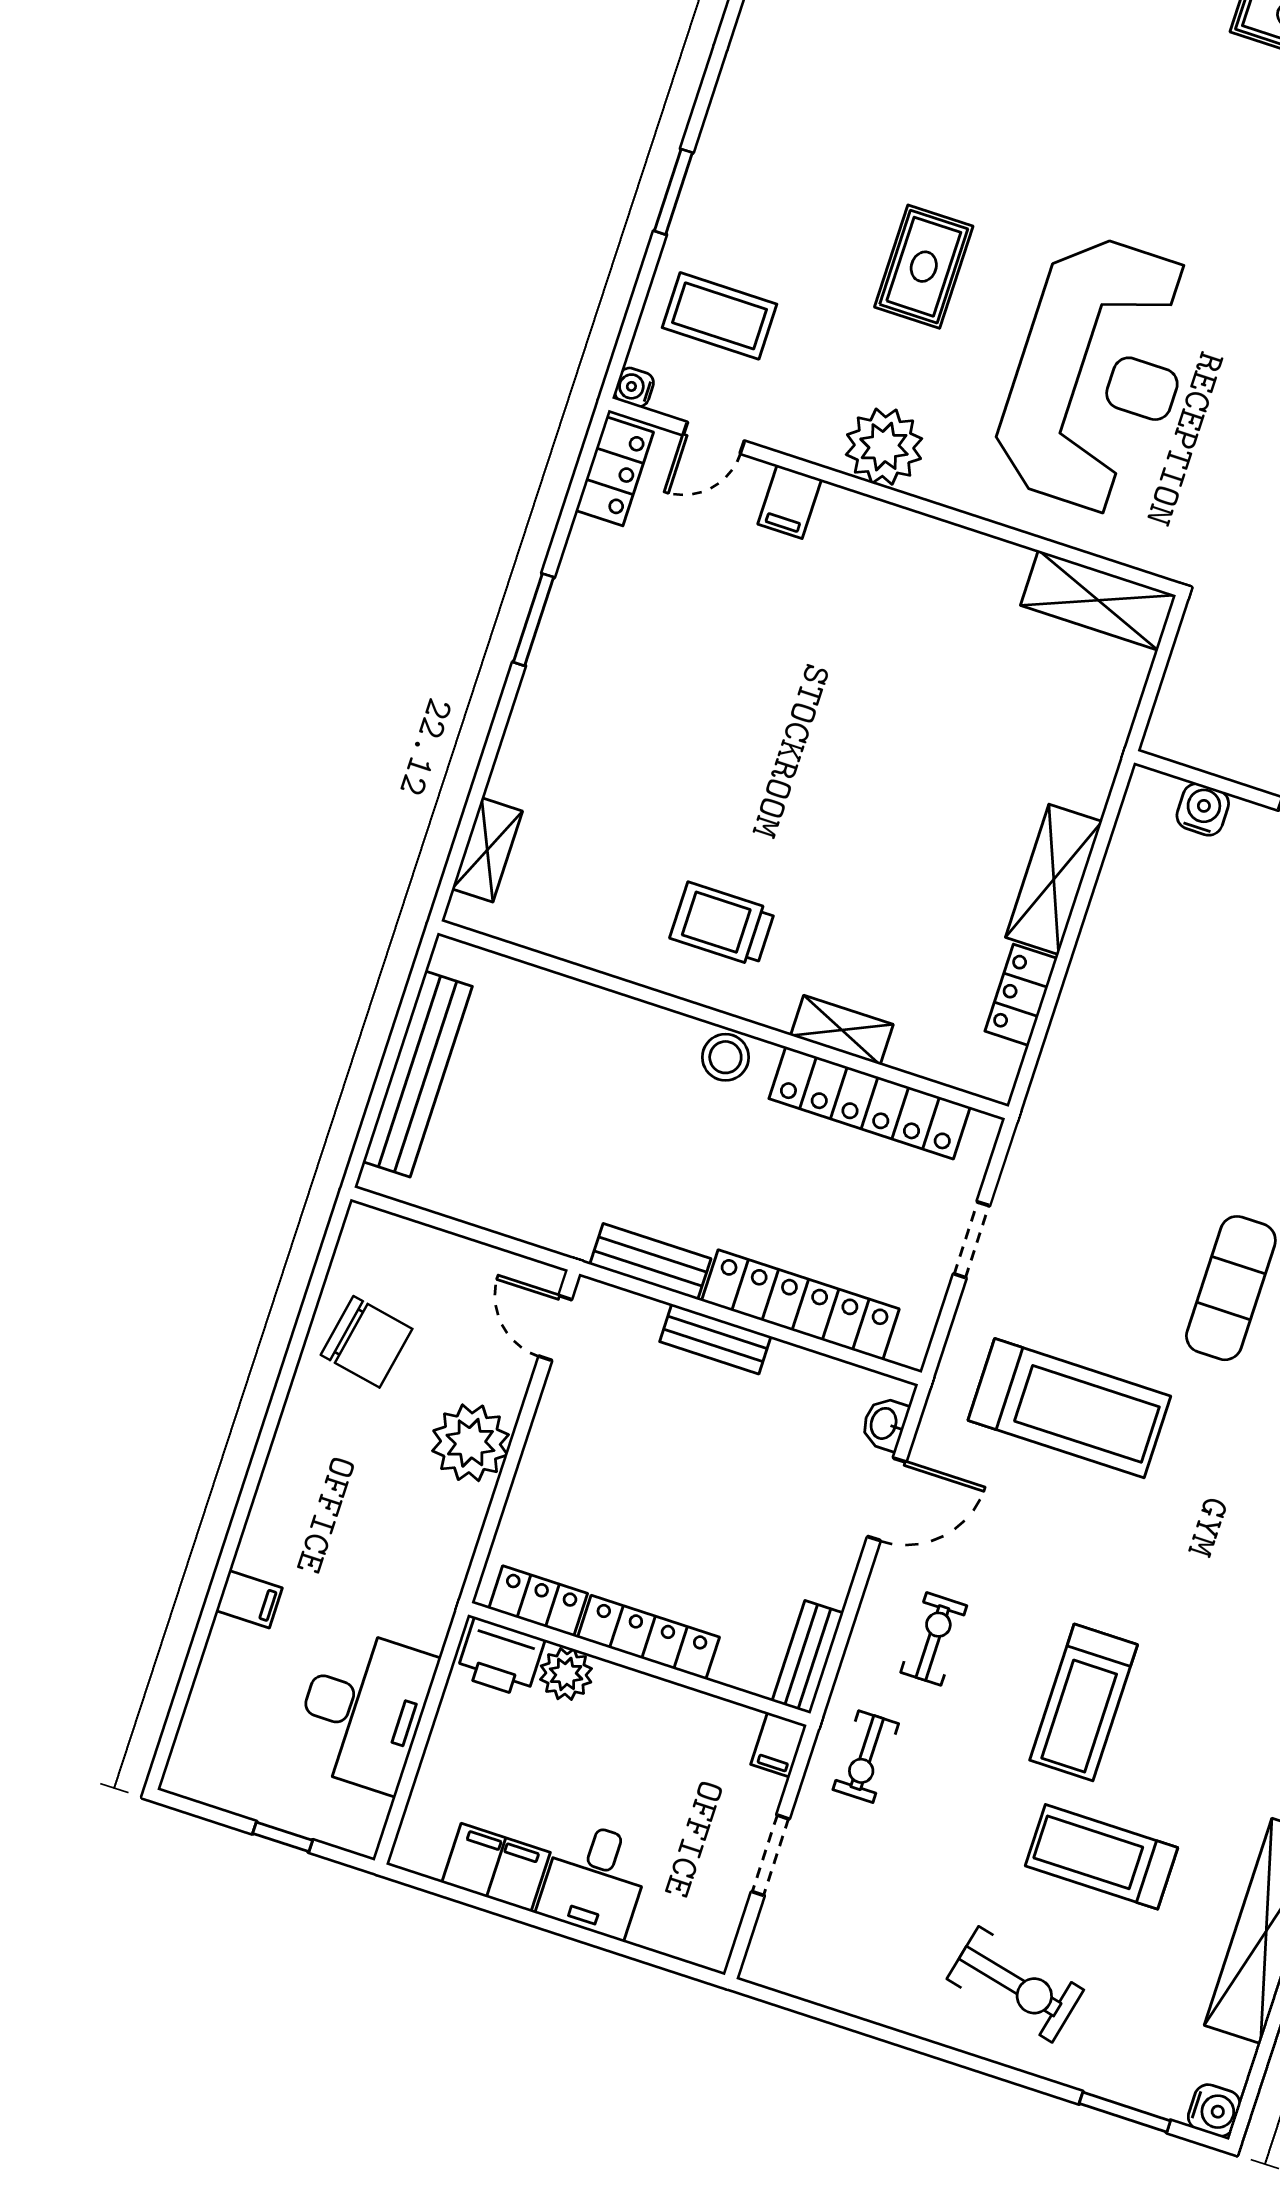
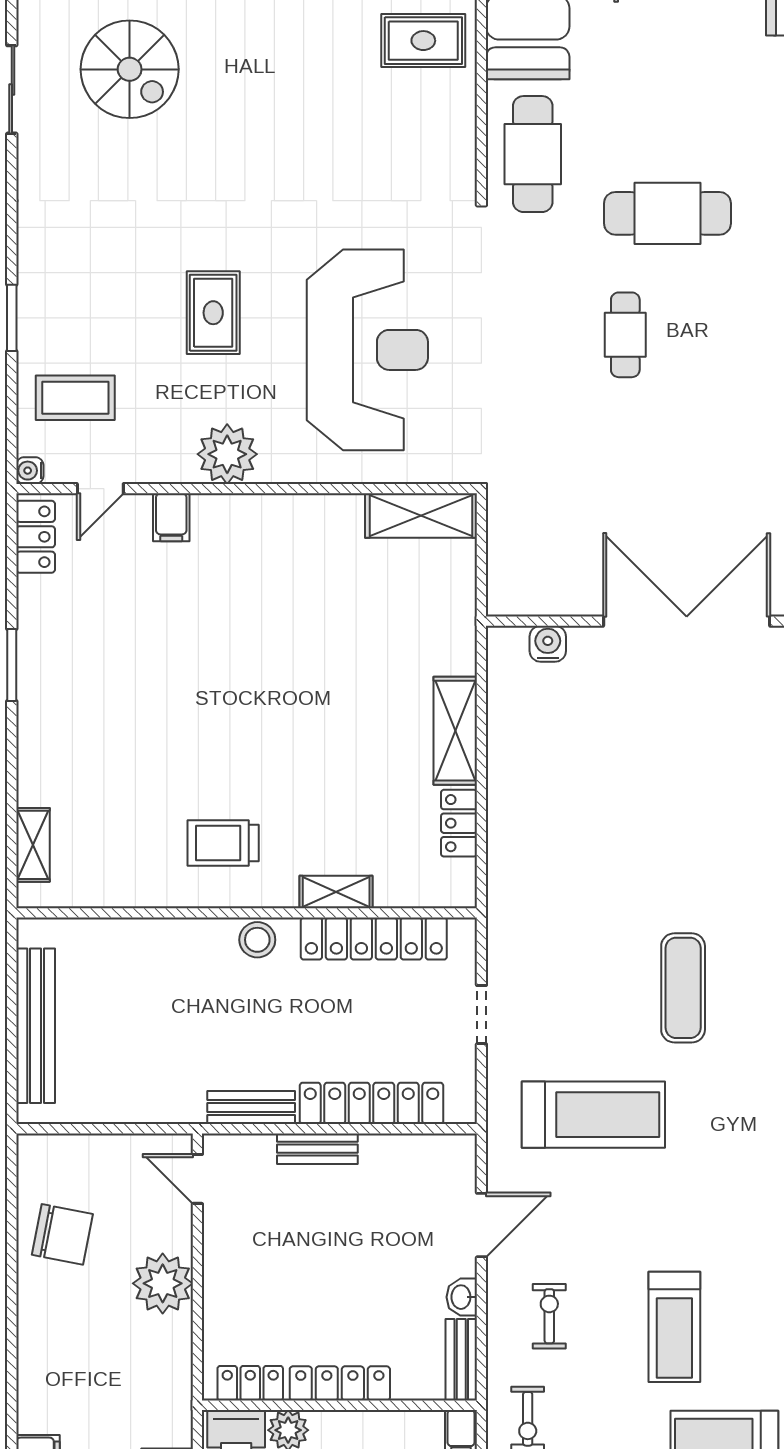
washbasin: (885, 1424) -> (462, 1297), moved

